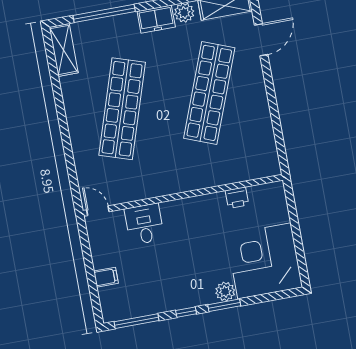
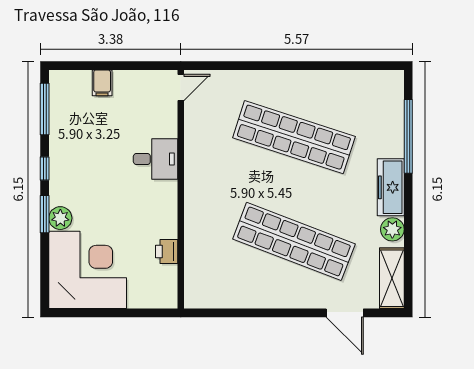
freezer: (156, 19) -> (391, 187), width x1.40
shelving: (64, 50) -> (374, 82), removed
desk: (144, 224) -> (156, 159), moved

